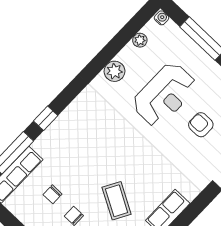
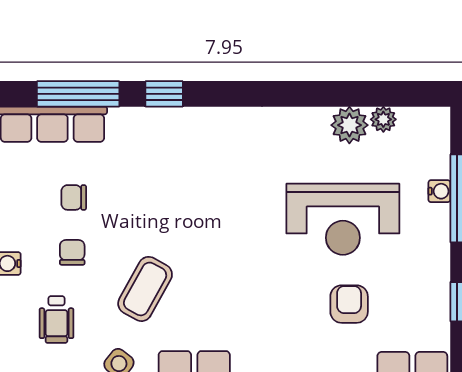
water cooler: (162, 18) -> (439, 191), moved
plant: (115, 71) -> (349, 125), moved

